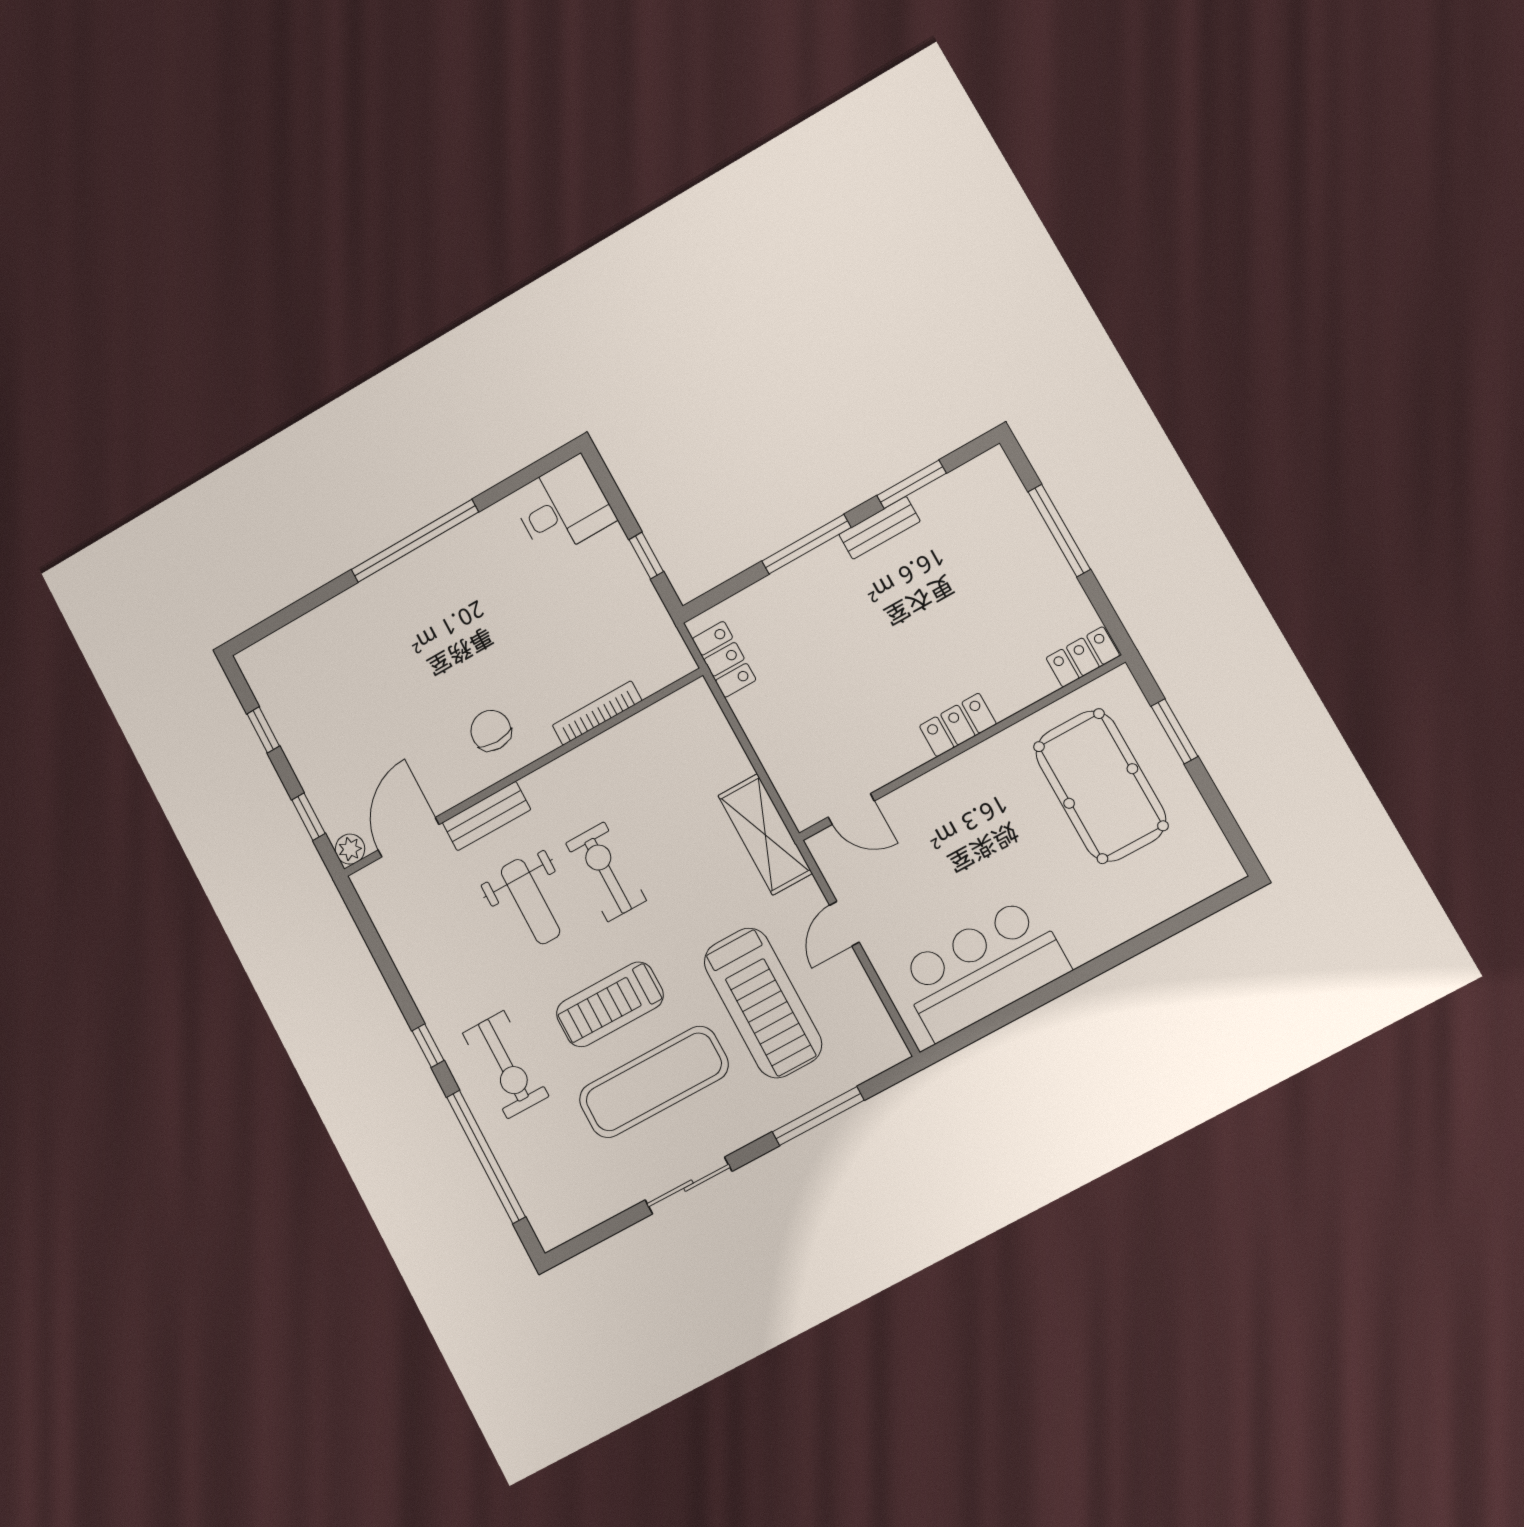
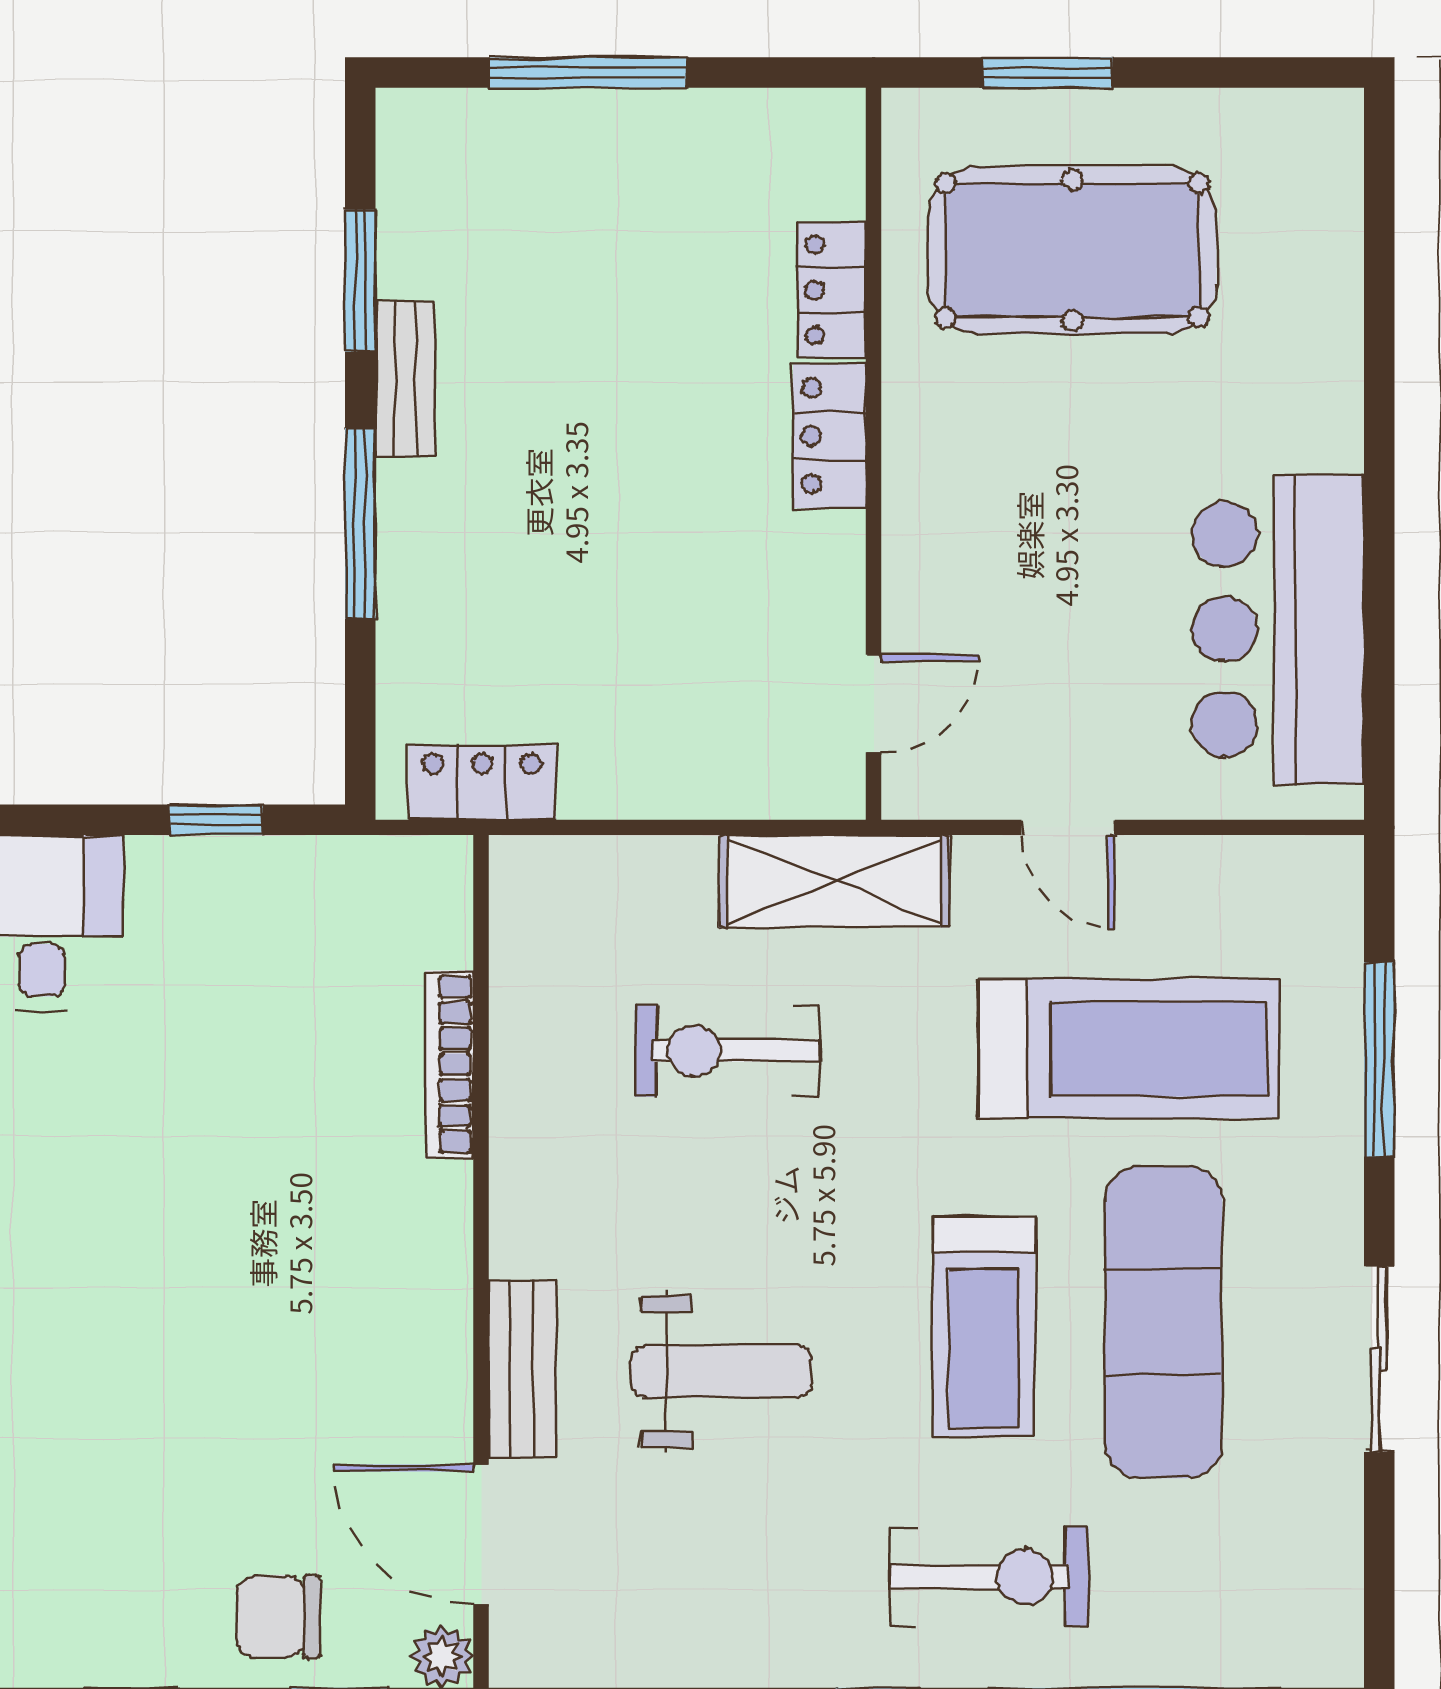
locker: (1083, 657) -> (832, 290), moved
chair: (491, 731) -> (279, 1617), moved
exercise bike: (606, 872) -> (727, 1051), moved

